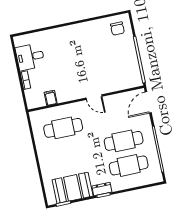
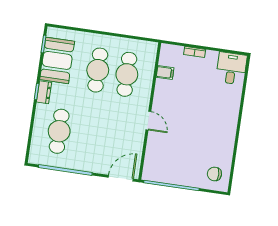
desk: (30, 57) -> (231, 68), moved
door: (94, 97) -> (148, 121), swing flipped
door: (148, 102) -> (121, 178), hinge flipped
cafe table: (124, 141) -> (98, 70), moved

